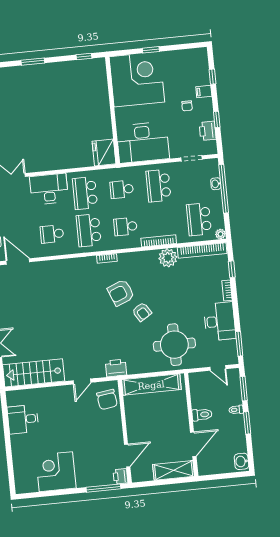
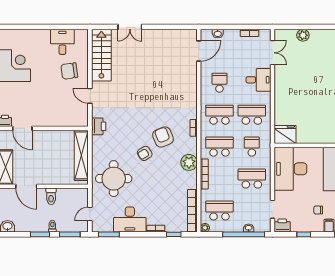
printer: (208, 131) -> (282, 226), moved
desk: (49, 189) -> (258, 80), width x0.73
school desk: (125, 227) -> (219, 147), width x1.85
plant: (168, 258) -> (189, 162), moved
chair: (107, 399) -> (69, 71), moved

